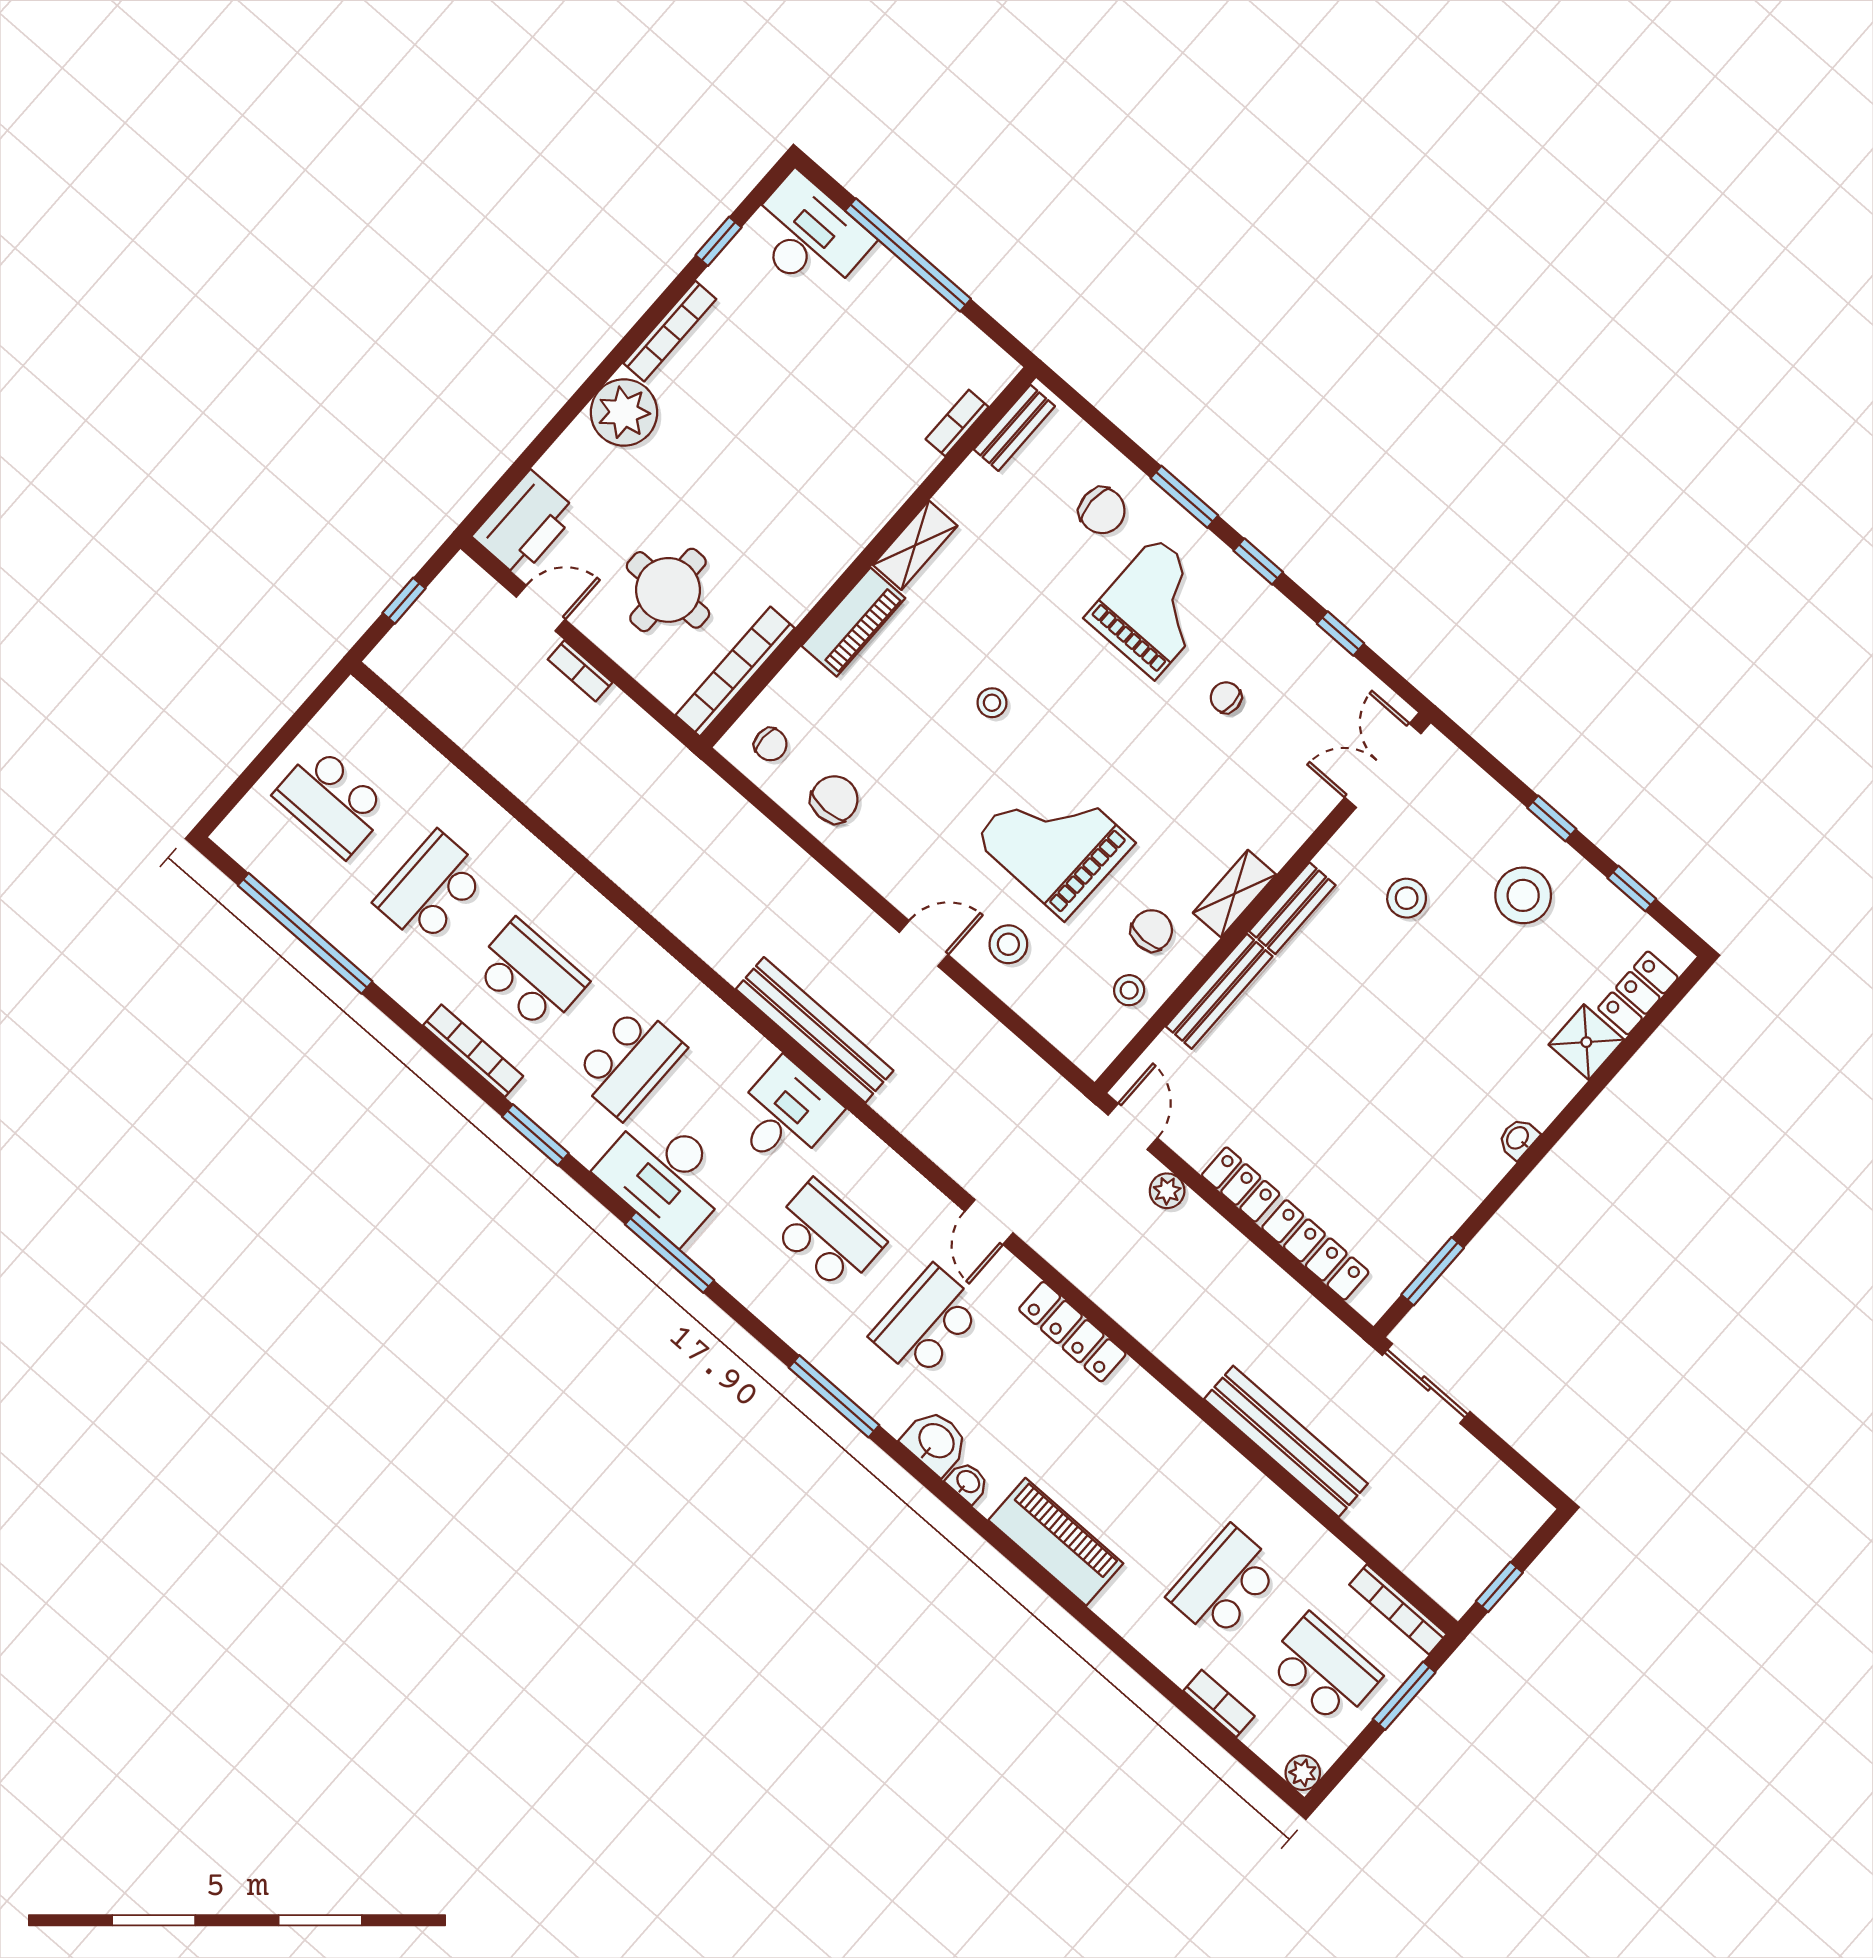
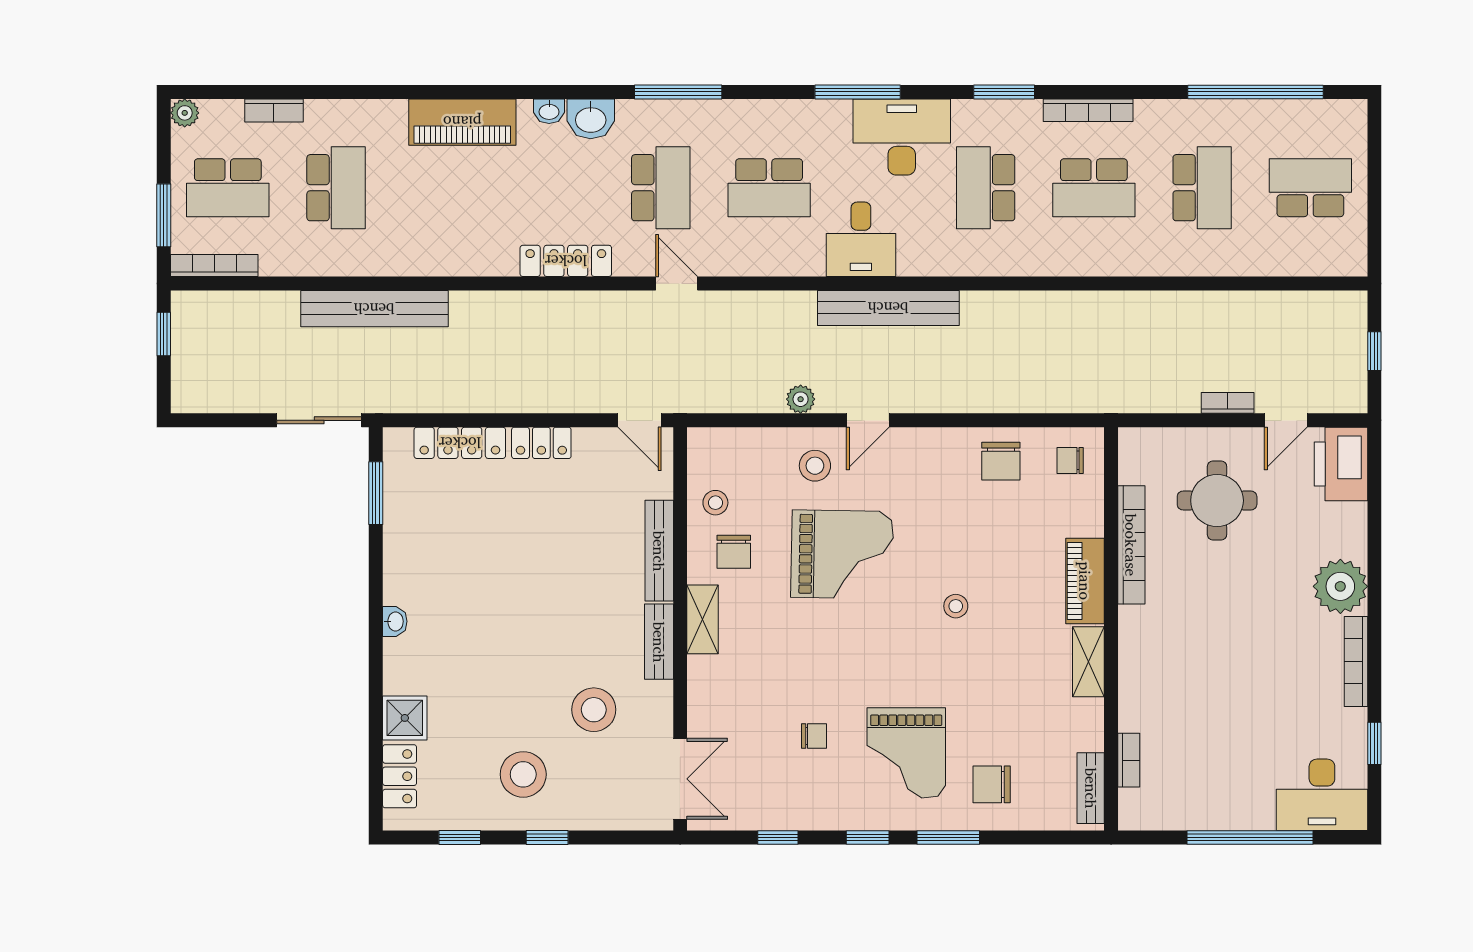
bookcase: (735, 672) -> (1131, 545), moved
stool: (1407, 898) -> (594, 710), width x1.38, depth x1.38
plant: (1167, 1191) -> (801, 399), moved

